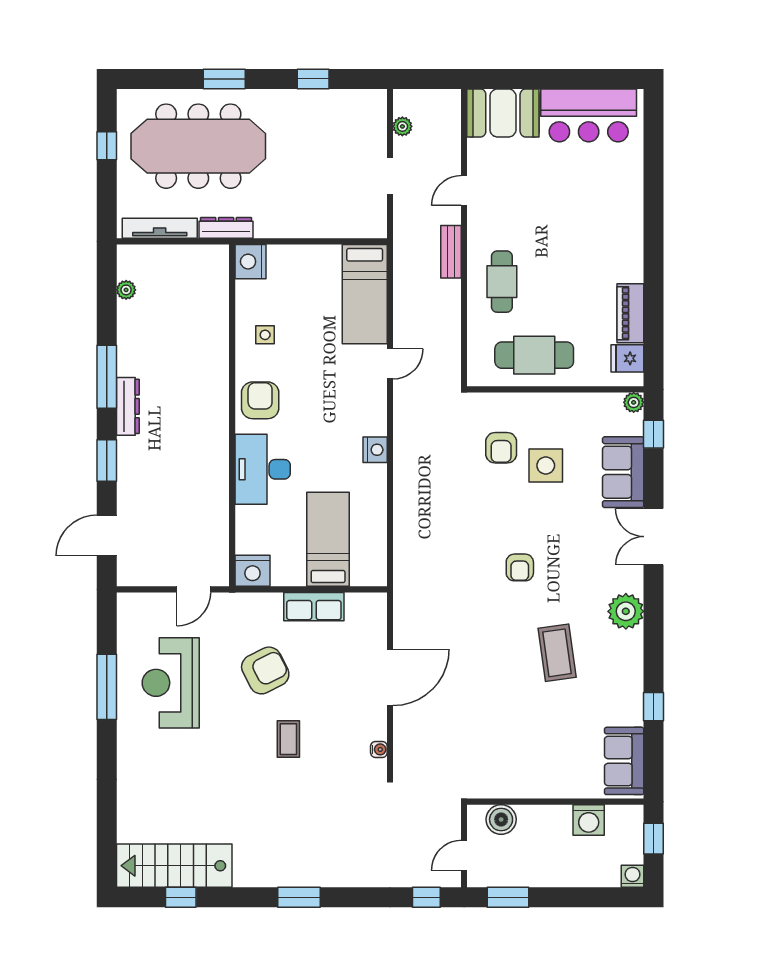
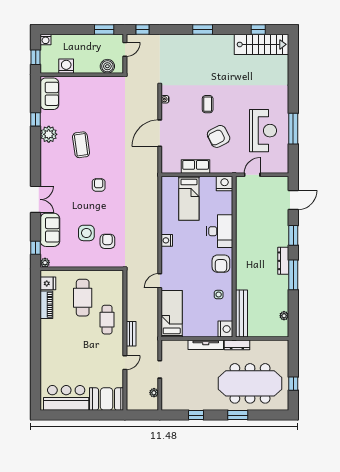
tv unit: (160, 228) -> (206, 345), moved
bench: (217, 294) -> (241, 314), added
cafe table: (534, 355) -> (83, 298), moved, turned 90
plant: (626, 611) -> (49, 134), moved

